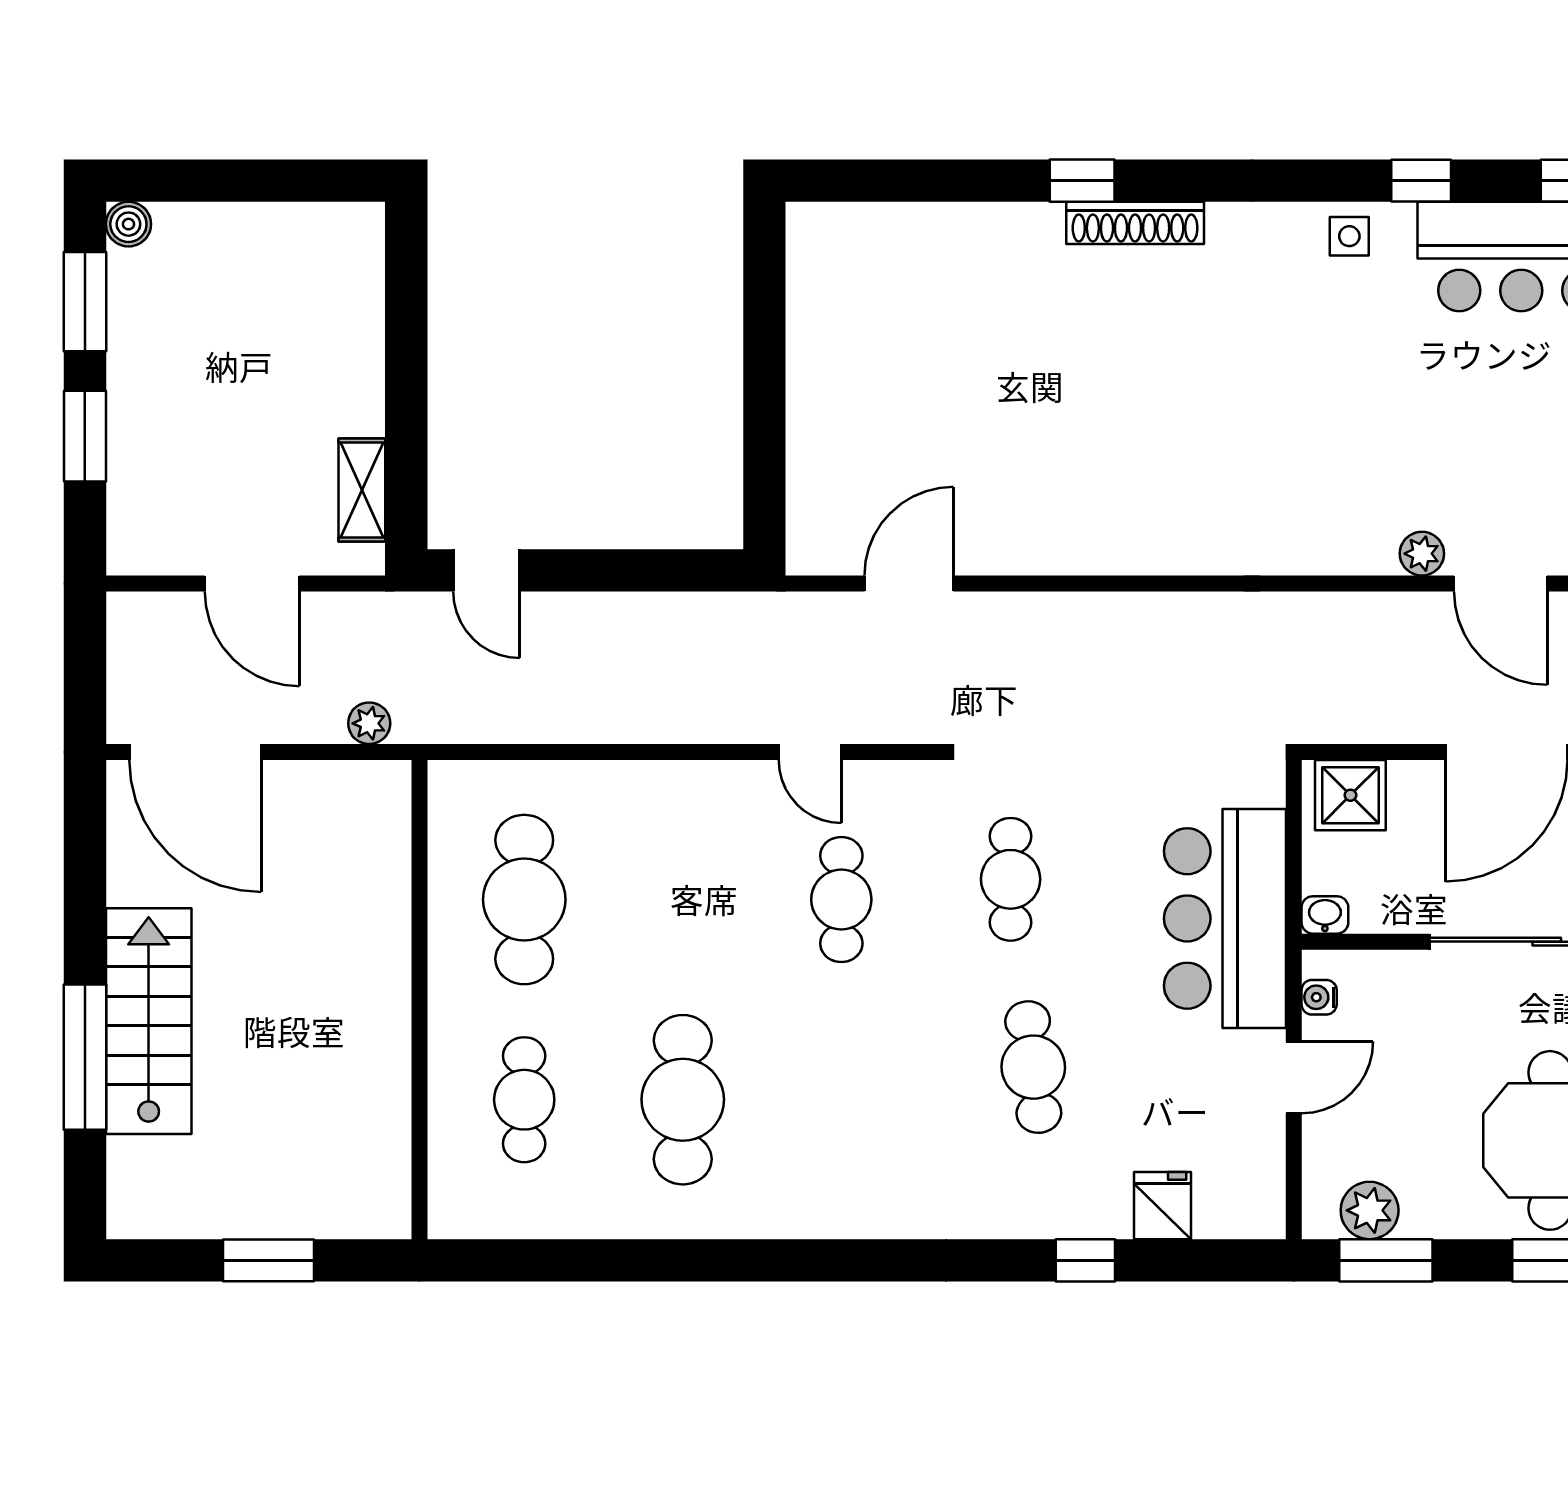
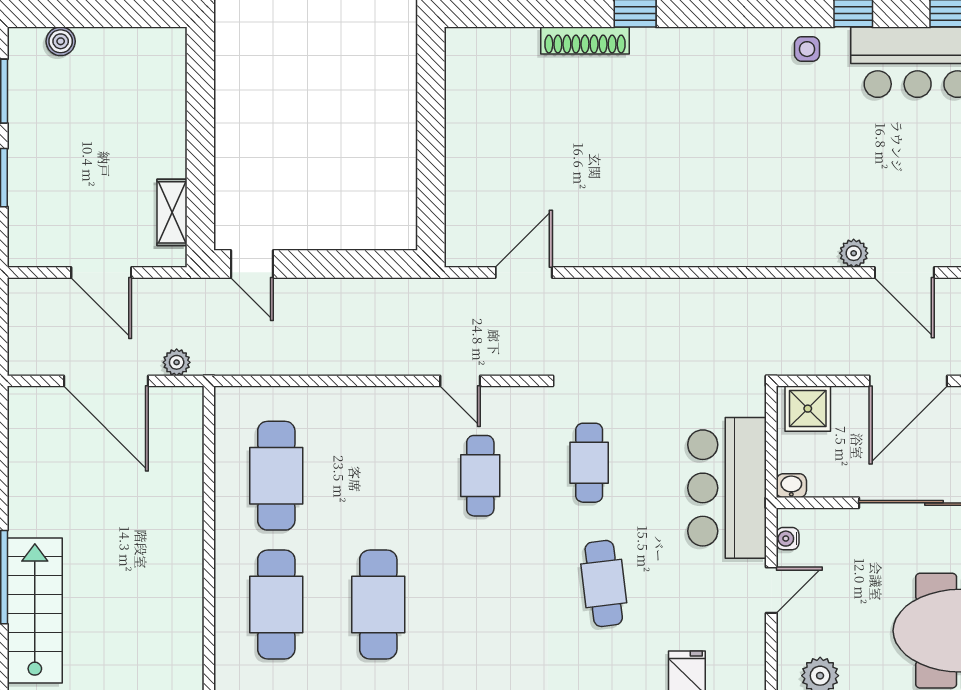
shoe rack: (1135, 223) -> (585, 41), moved
boiler: (128, 224) -> (61, 41), moved
door: (195, 752) -> (106, 381), moved
stairs: (149, 1021) -> (35, 611), moved
cafe table: (524, 1100) -> (276, 604), width x1.37, depth x1.35

